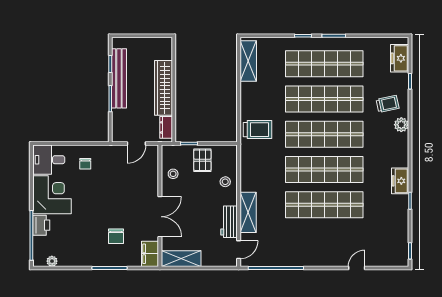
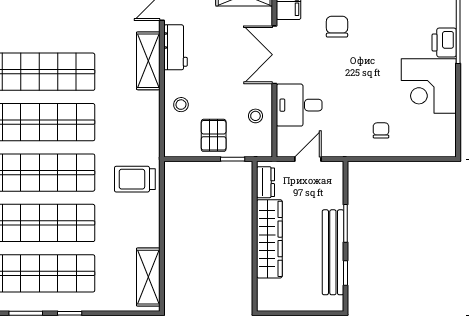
desk: (49, 160) -> (299, 105), moved, turned 180

